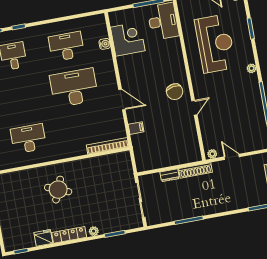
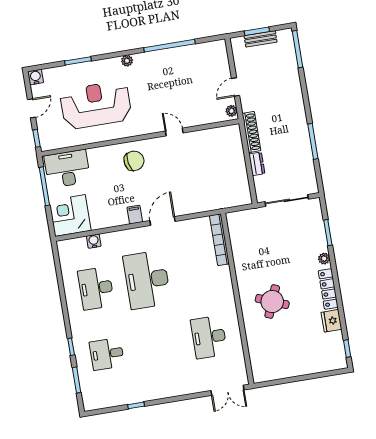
corner desk: (128, 39) -> (70, 215), moved
chair: (175, 92) -> (134, 161), moved
filing cabinet: (136, 128) -> (135, 215), moved

